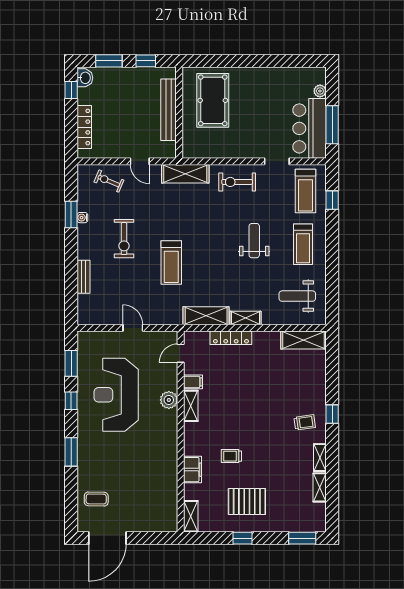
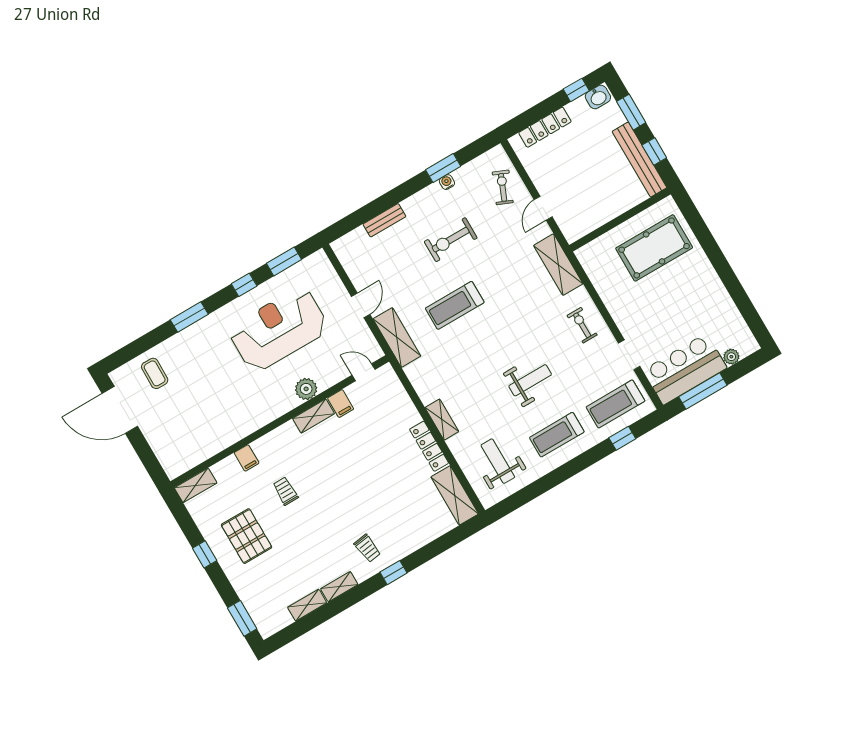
bench: (168, 110) -> (639, 160), moved, turned 90
exercise bike: (237, 182) -> (582, 325), width x0.73, depth x0.72
shelving: (206, 316) -> (397, 337), moved
locker: (231, 338) -> (429, 446), moved
filing cabinet: (193, 470) -> (247, 458), width x0.50

